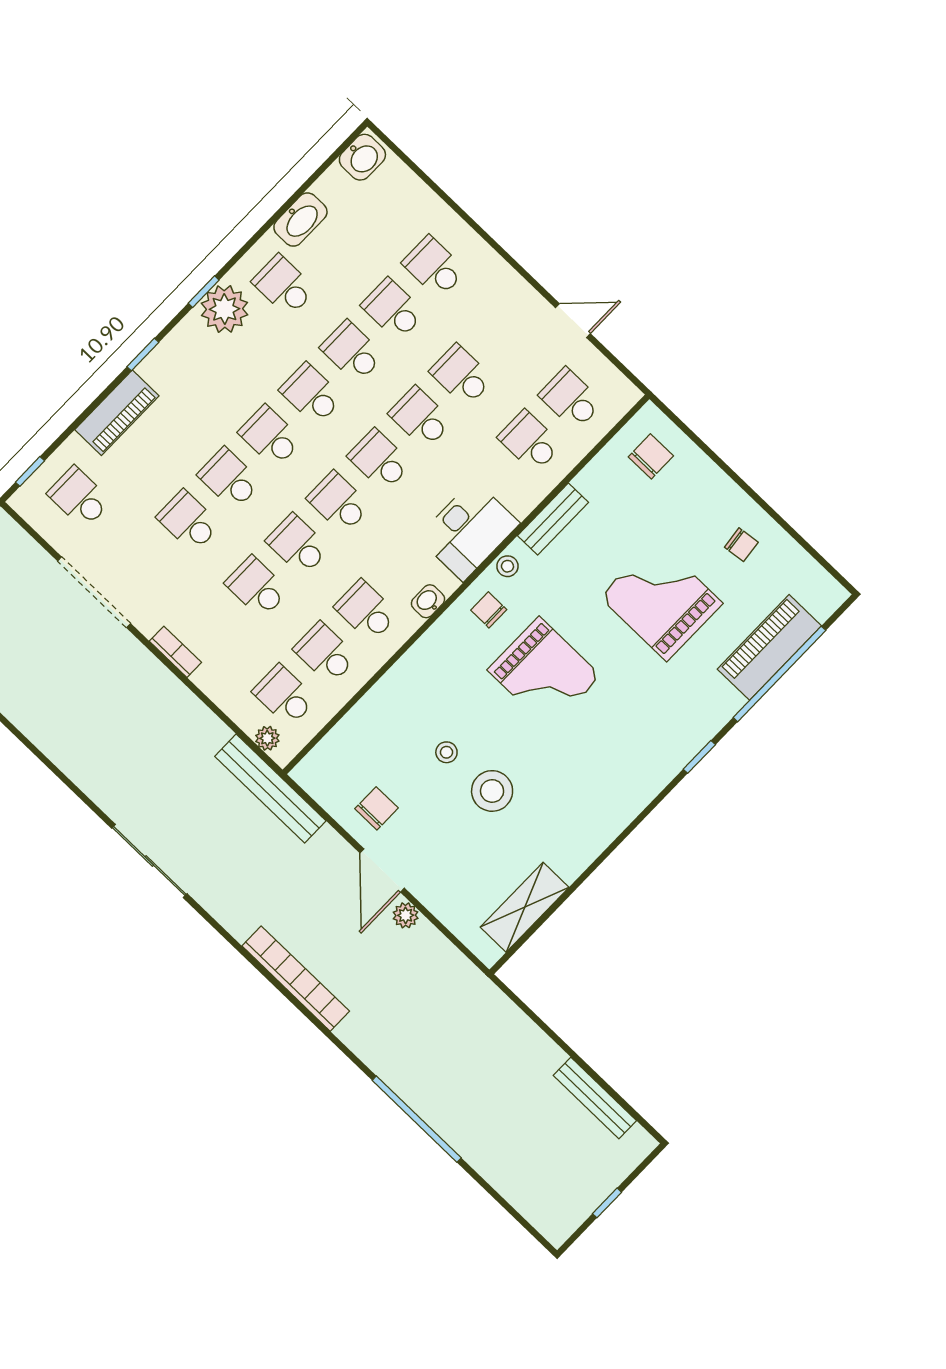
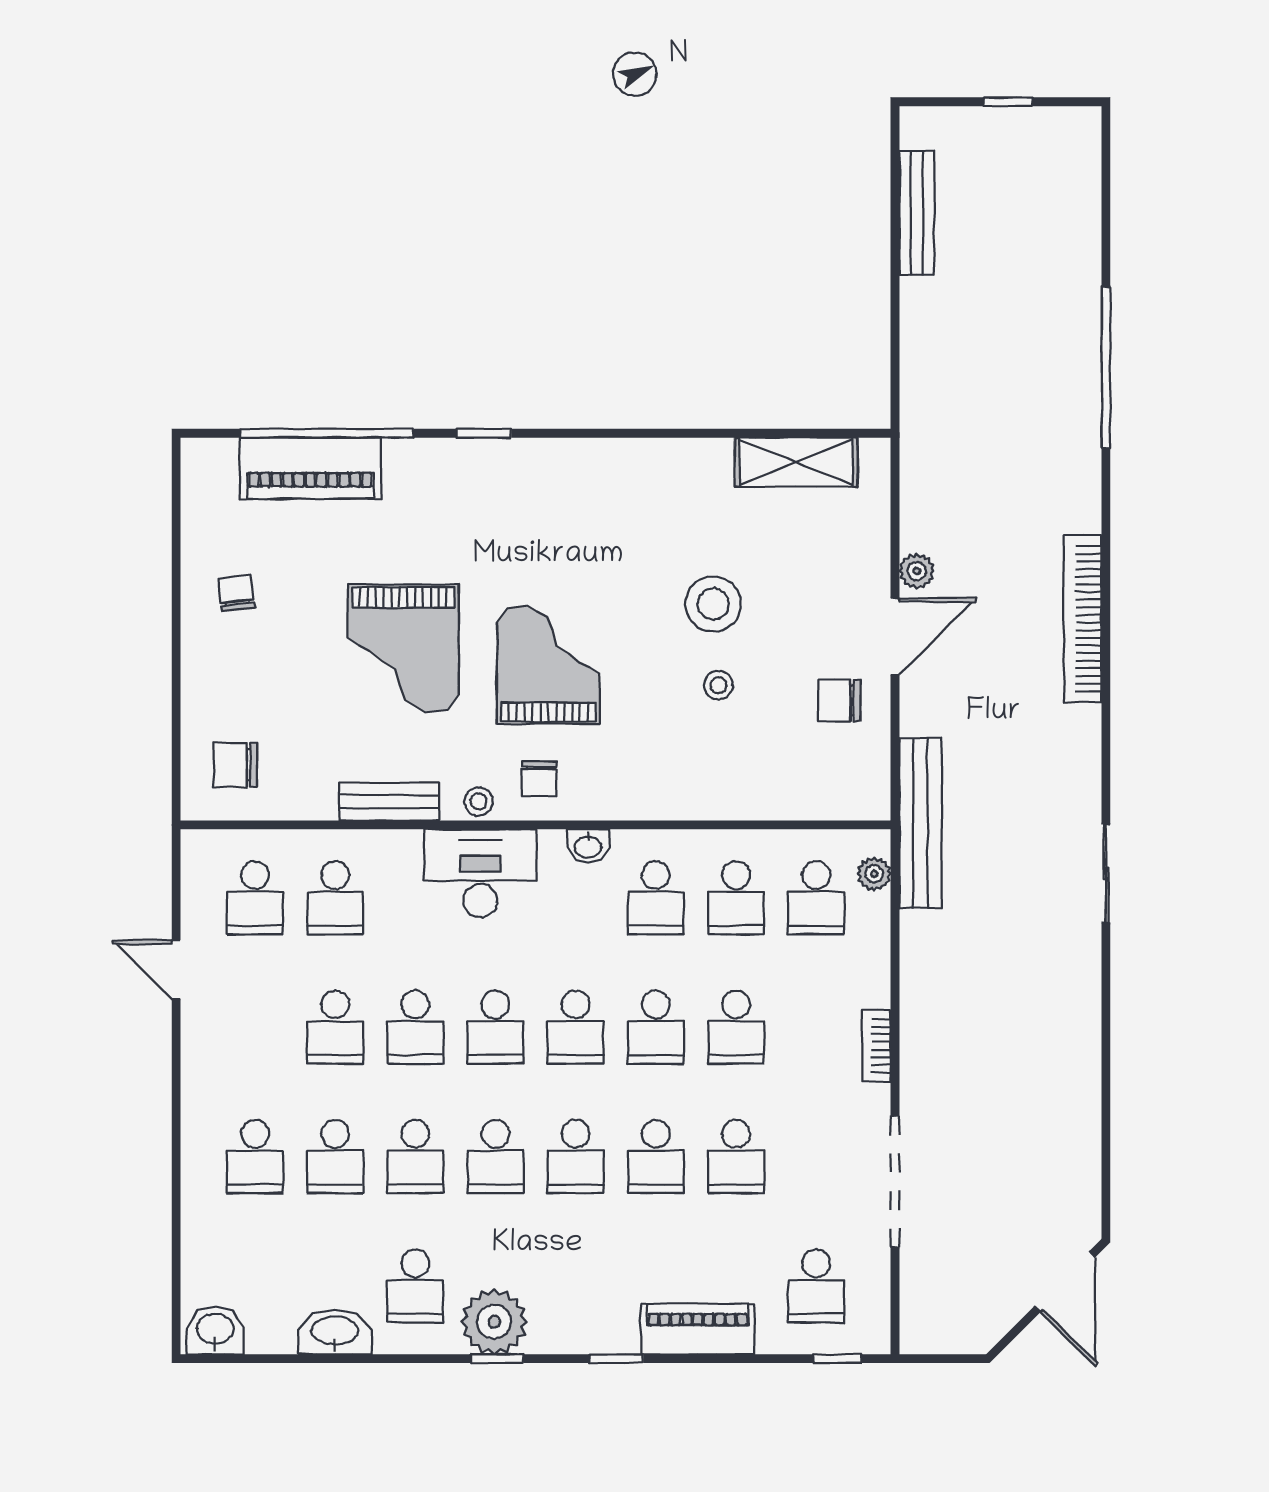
grand piano: (661, 600) -> (403, 649), moved
sliding door: (149, 861) -> (1106, 873), width x0.73

